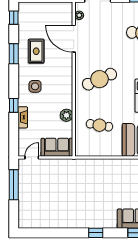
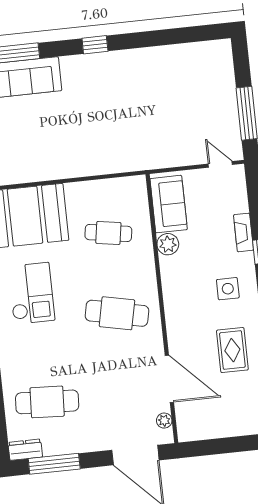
cafe table: (99, 79) -> (117, 313), turned 36
sofa: (57, 147) -> (169, 204), moved, turned -90
door: (32, 157) -> (220, 164), swing flipped

